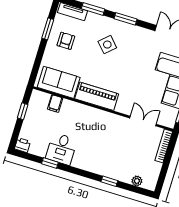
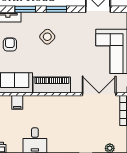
double door: (143, 121) -> (99, 94), width x1.37

